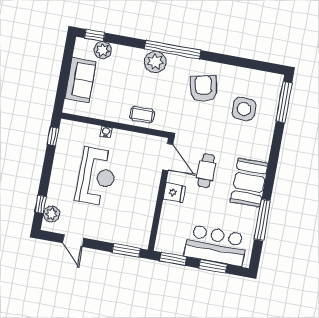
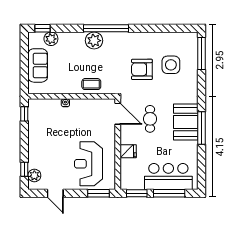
armchair: (204, 89) -> (142, 69), moved, turned -78
reception desk: (97, 177) -> (88, 164), moved, turned 180
fridge: (174, 192) -> (128, 151), moved
window: (262, 220) -> (201, 128), moved
window: (213, 266) -> (169, 193), width x1.44

